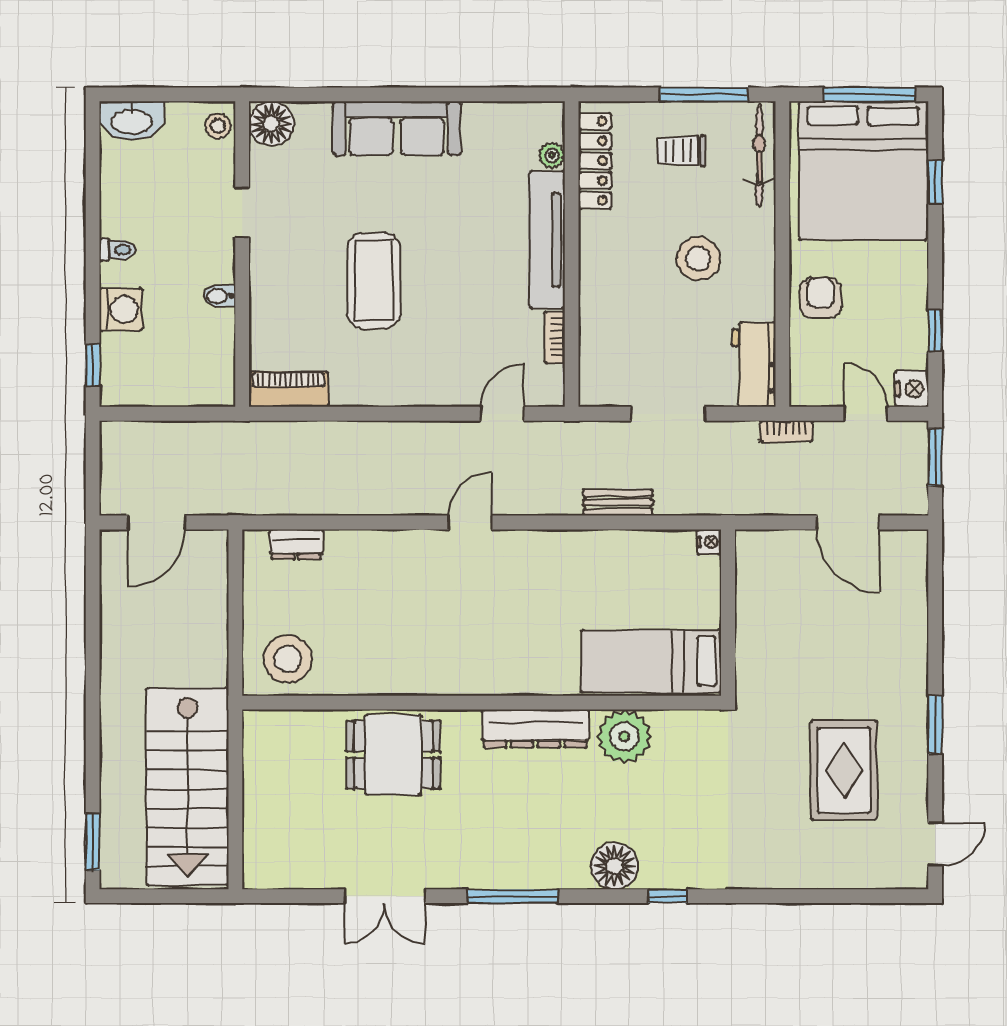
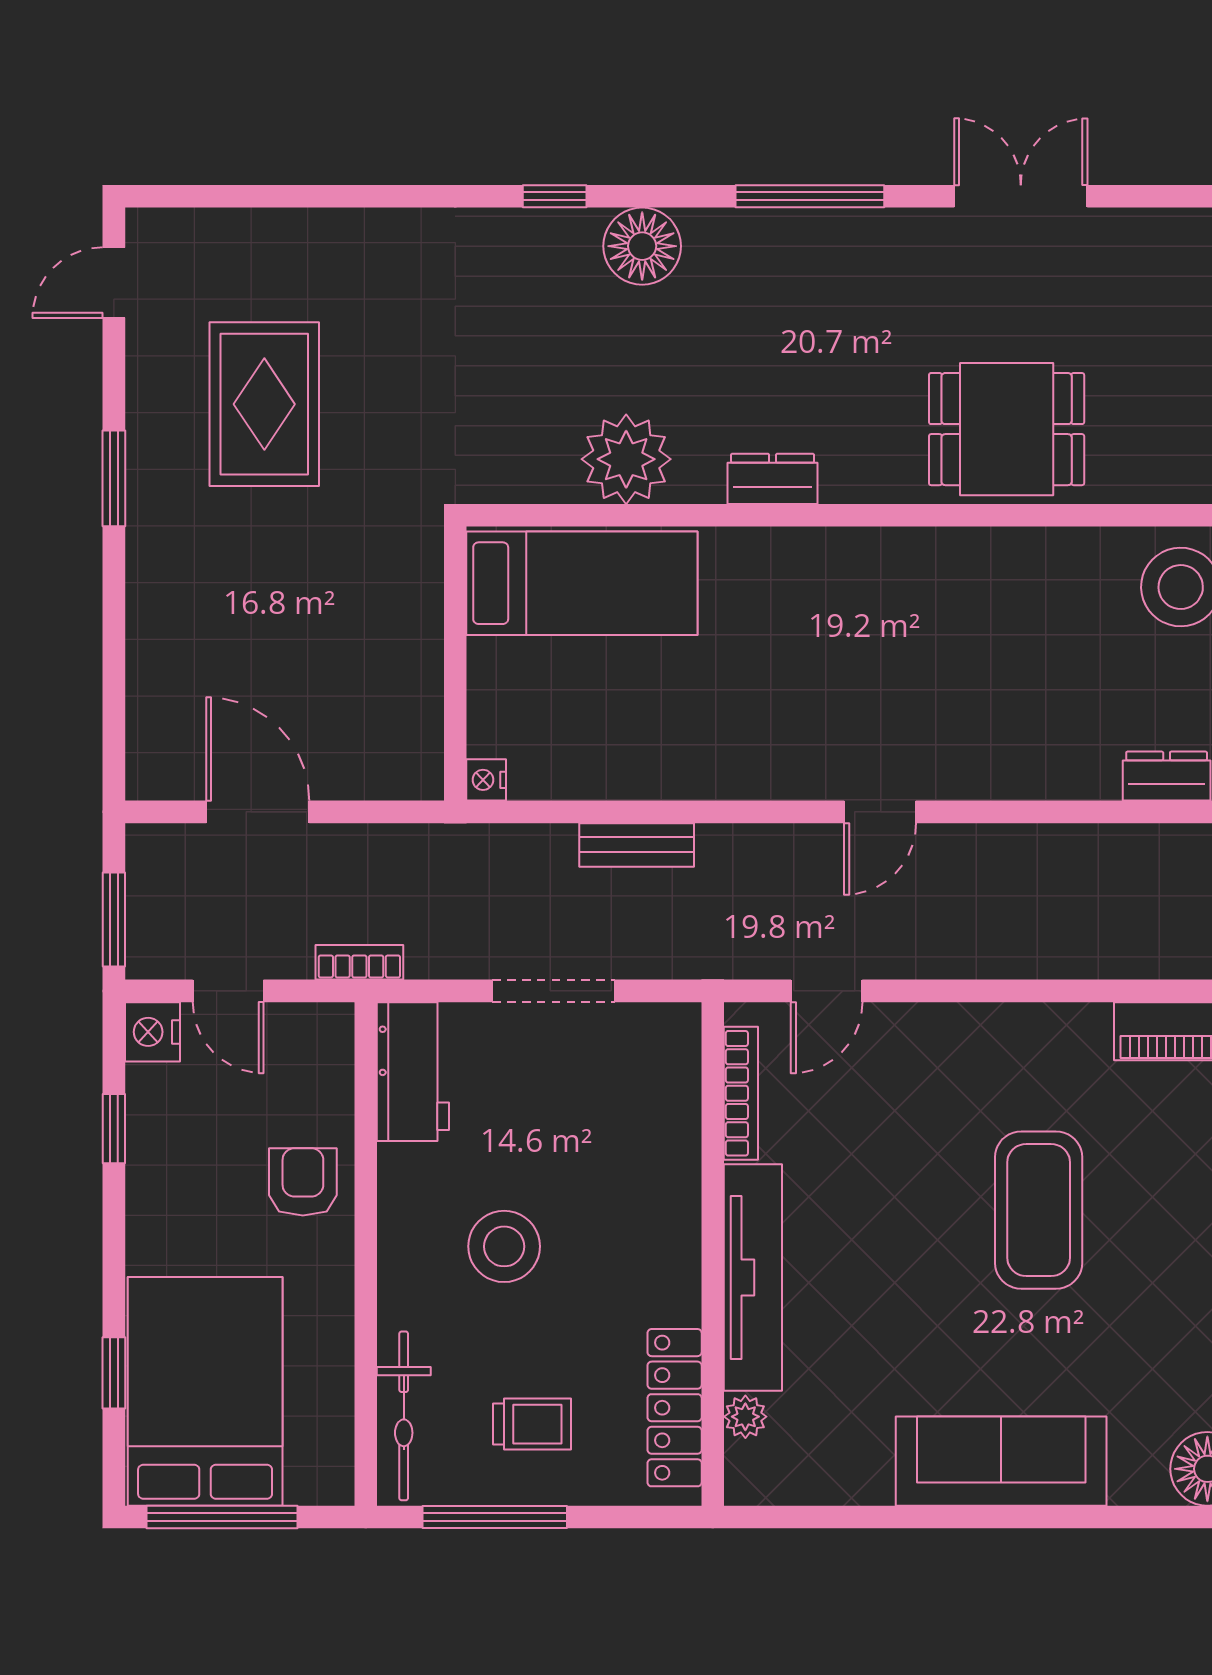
bed: (863, 171) -> (205, 1391), width x0.73
armchair: (820, 298) -> (303, 1182), turned 180
bookcase: (555, 337) -> (741, 1093), width x1.56
dresser: (535, 728) -> (773, 479), width x0.51, depth x0.80

